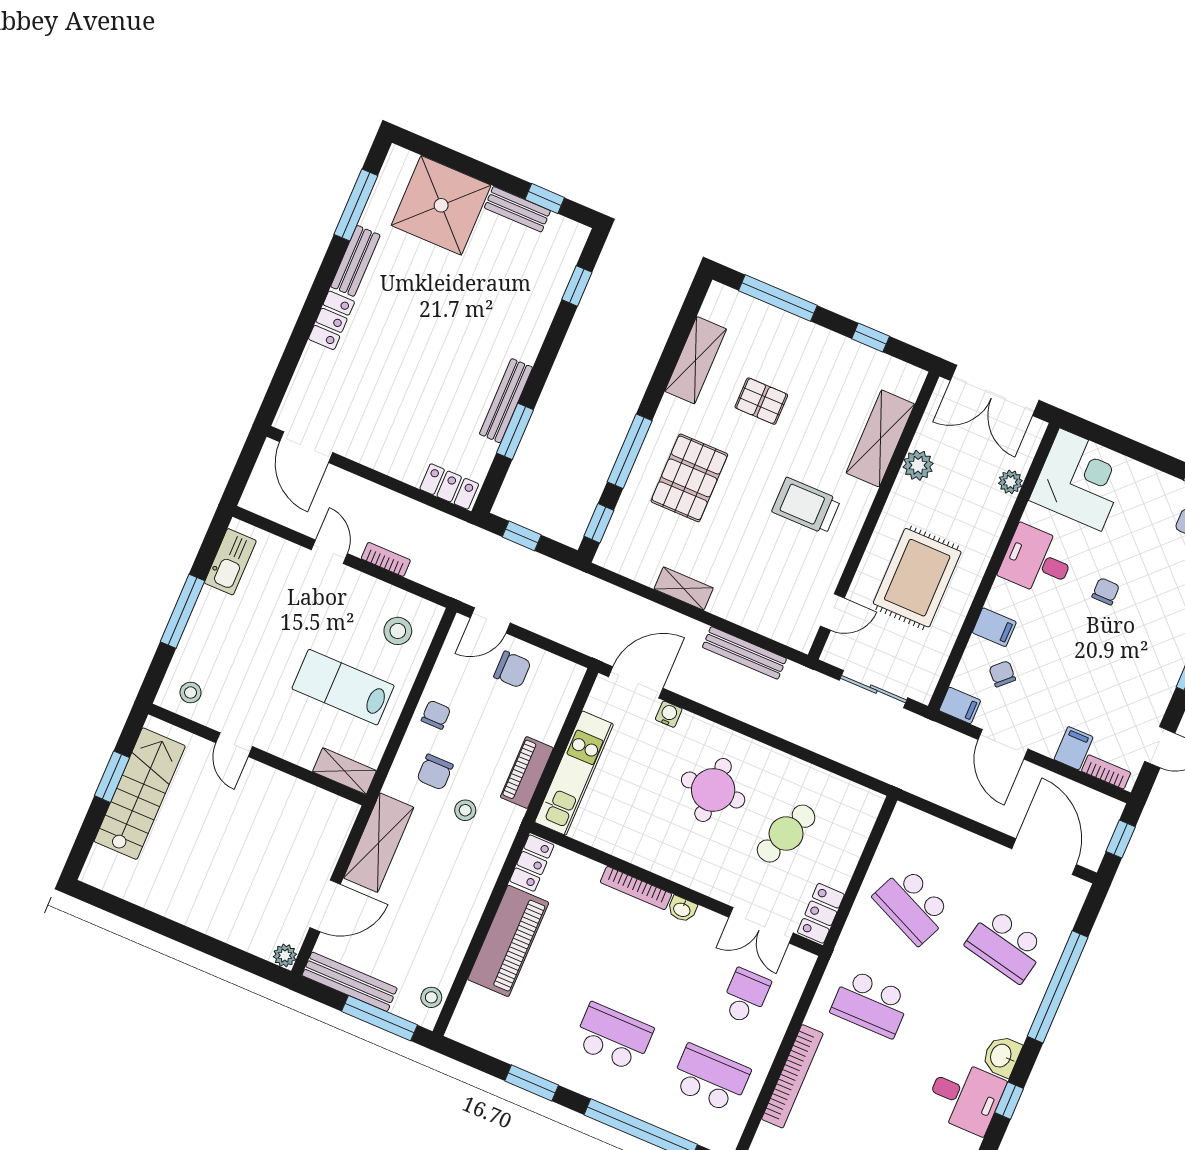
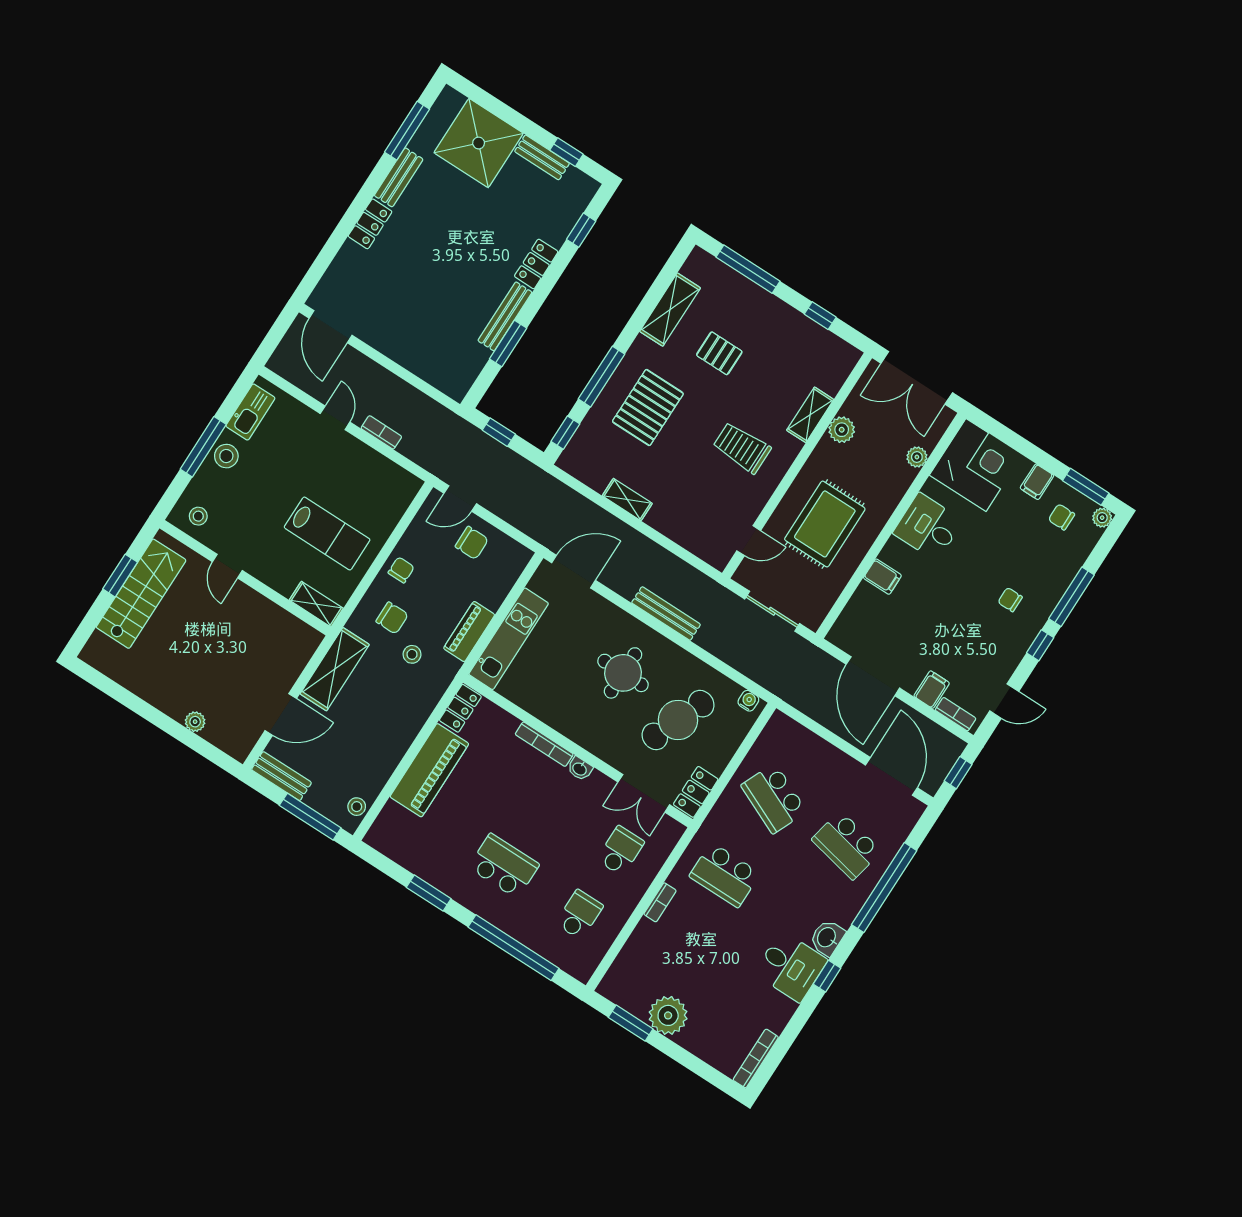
shelving: (880, 438) -> (810, 415), width x0.67, depth x0.75
locker: (449, 486) -> (536, 264), moved, turned -90
chair: (1106, 591) -> (1010, 600), moved, turned -90
stool: (398, 631) -> (226, 456), moved
bench: (744, 653) -> (666, 614), moved
chair: (1002, 674) -> (882, 617), removed
lab bench: (343, 687) -> (327, 533), turned 180
filing cabinet: (960, 705) -> (1037, 482), moved, turned 90
water cooler: (669, 714) -> (748, 701), moved
door: (1003, 744) -> (873, 676), width x1.36
chair: (435, 772) -> (392, 618), turned -90
cafe table: (786, 834) -> (678, 720), width x1.37, depth x1.35
plant: (285, 956) -> (195, 722), moved
bench: (350, 982) -> (281, 776), width x0.73
bookcase: (792, 1076) -> (660, 902), width x0.43, depth x0.76
school desk: (710, 1078) -> (579, 915), width x0.54

